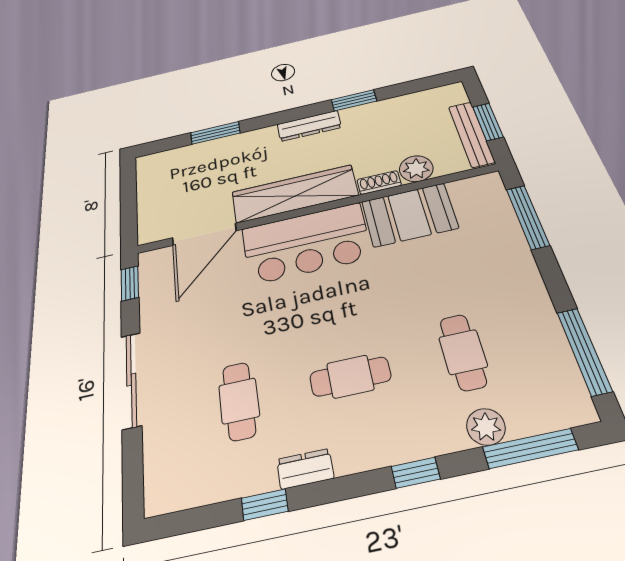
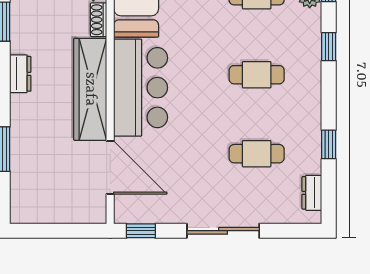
dresser: (309, 126) -> (20, 74), width x0.70
cafe table: (350, 377) -> (257, 75), turned 90
dresser: (305, 469) -> (312, 193), moved

